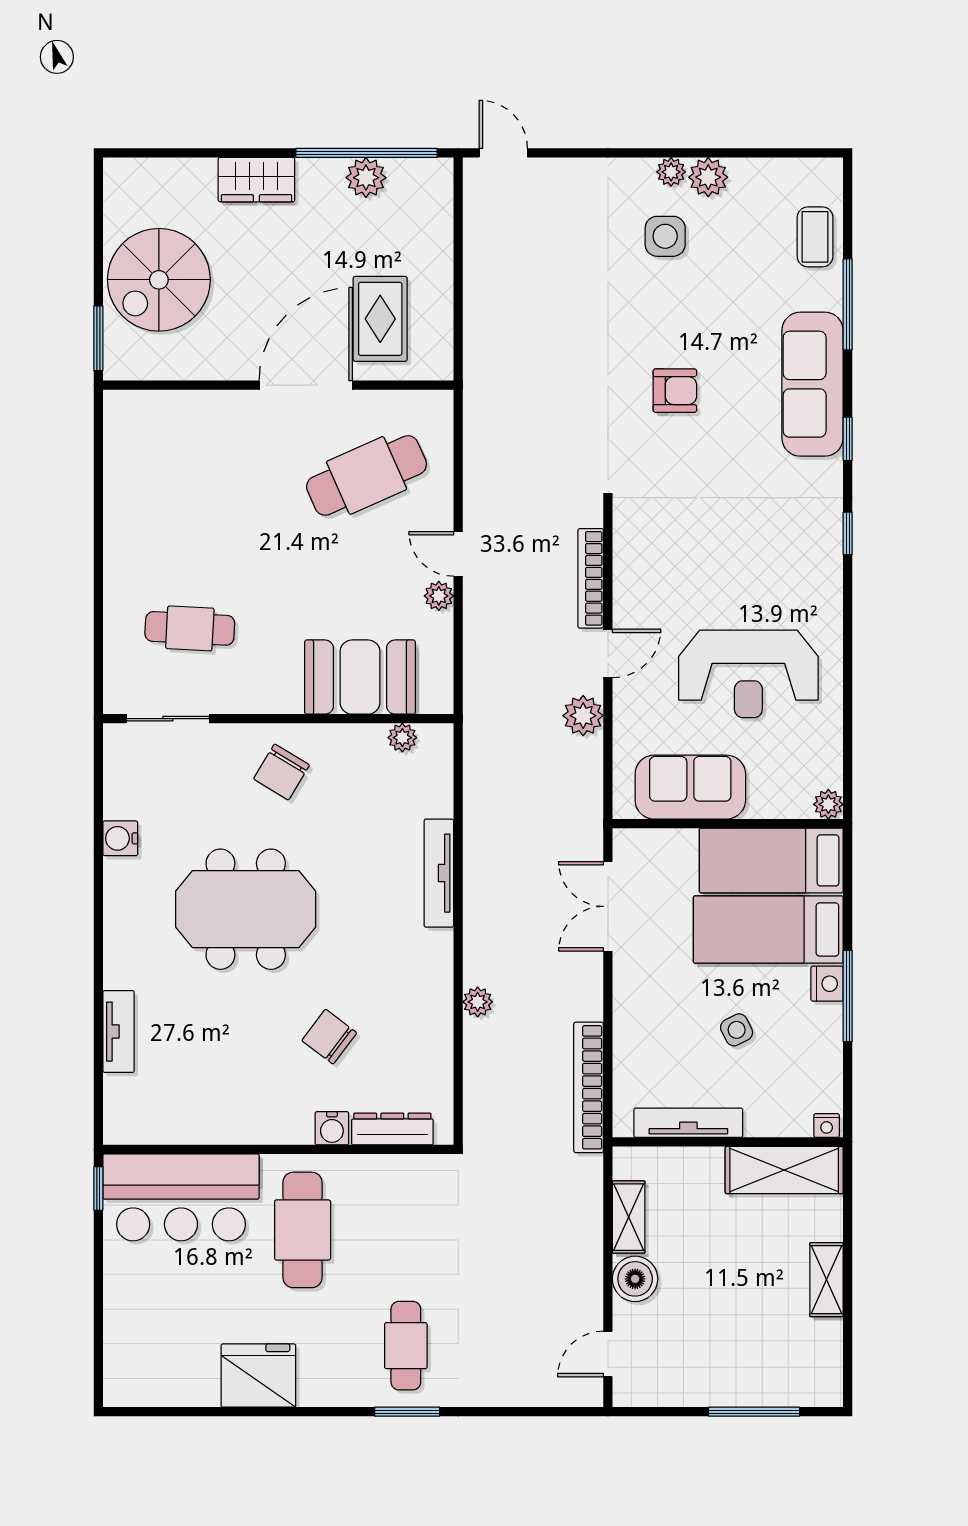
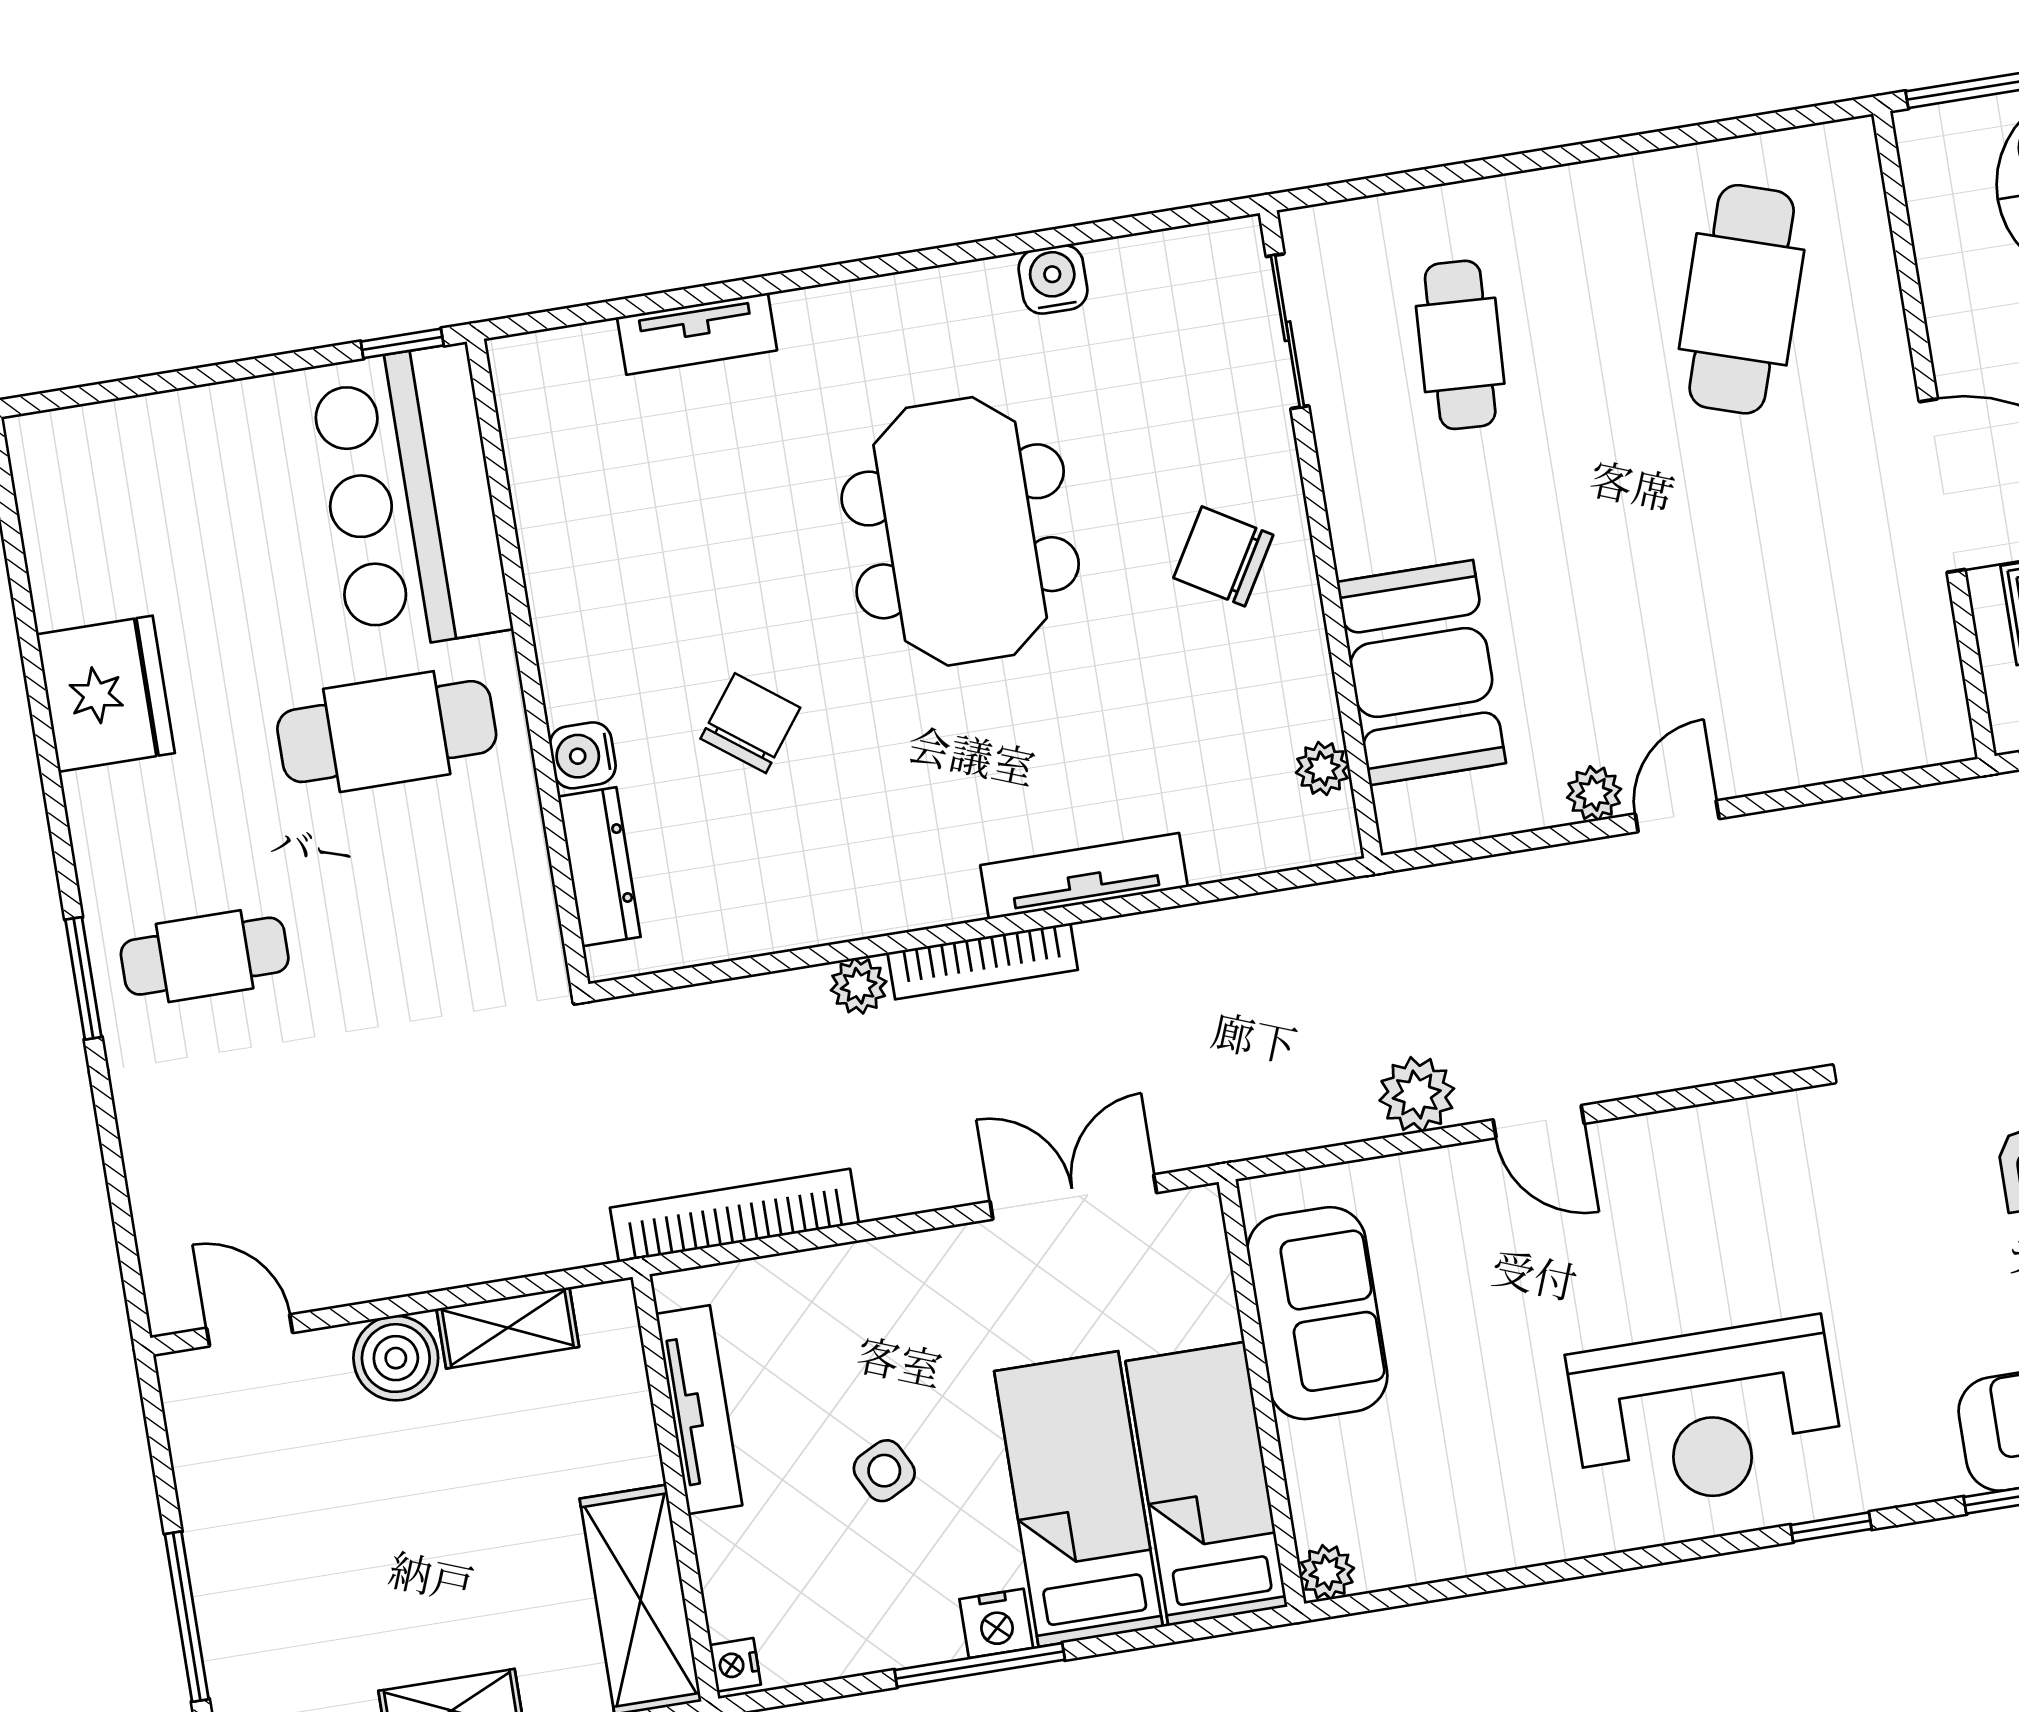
cafe table: (367, 475) -> (1742, 299), moved, turned 42
bookcase: (591, 578) -> (983, 961), moved, turned 180
reception desk: (748, 674) -> (1706, 1415), moved, turned -90

